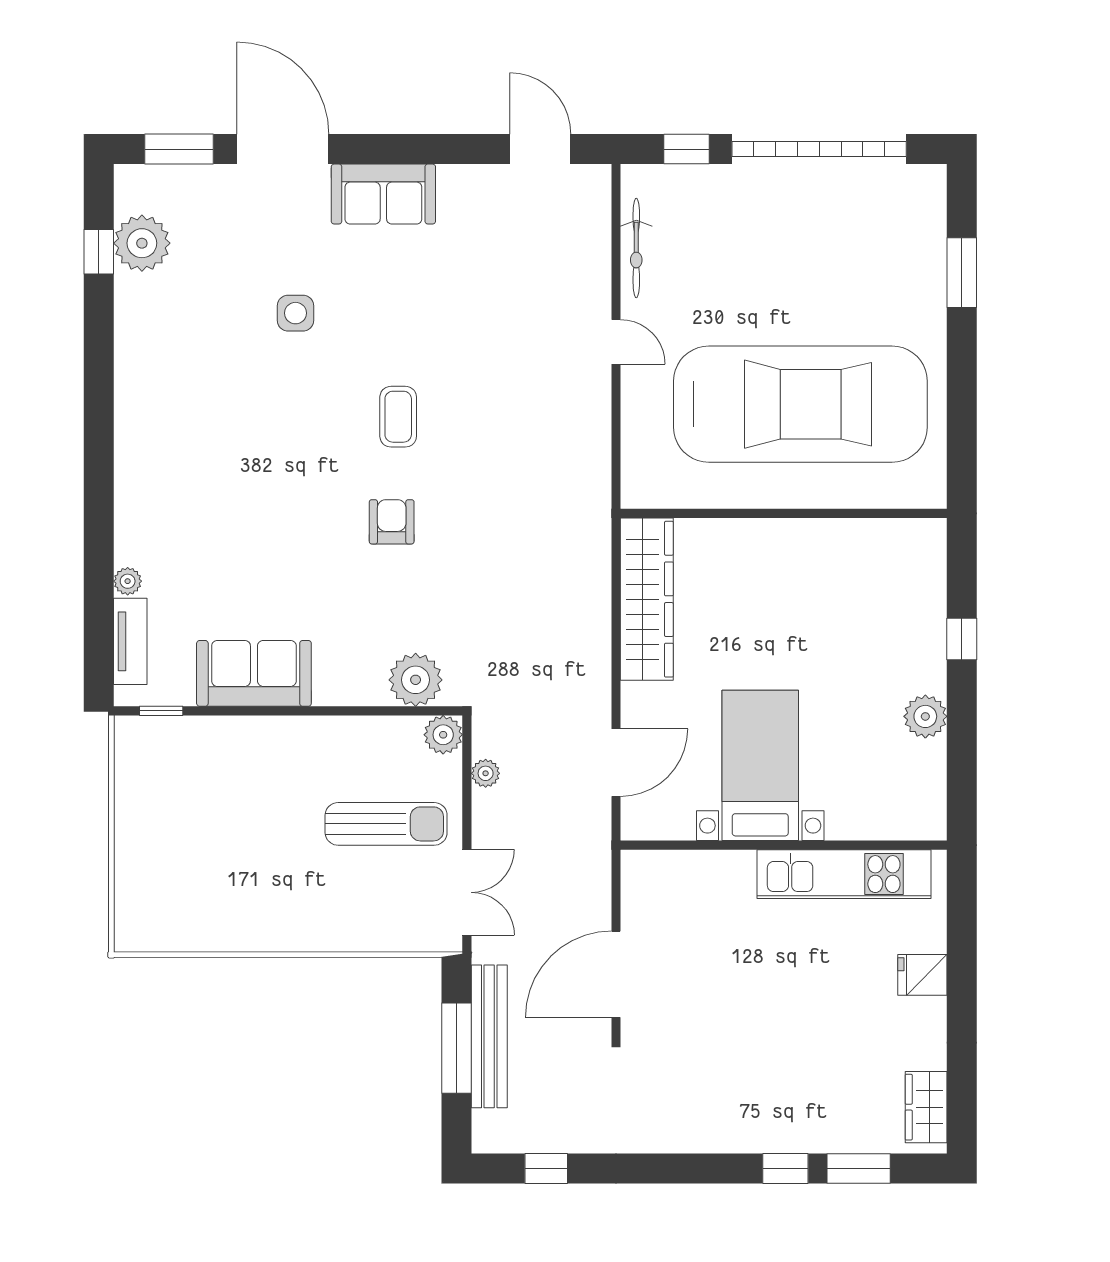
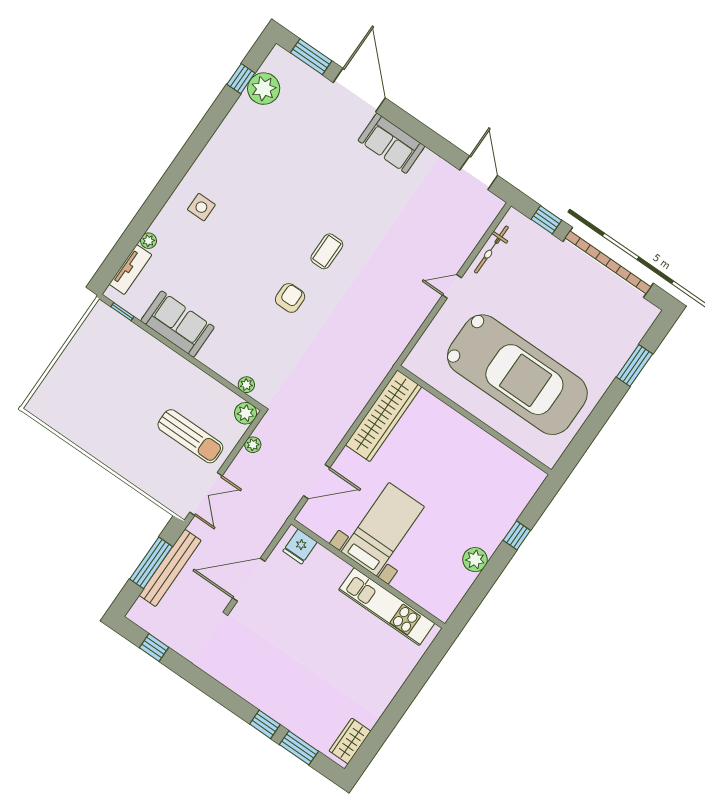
side table: (295, 313) -> (201, 207), moved
door: (616, 342) -> (452, 286), swing flipped
plant: (416, 680) -> (246, 385), width x0.53, depth x0.53
fridge: (922, 975) -> (300, 547), moved, turned -90

